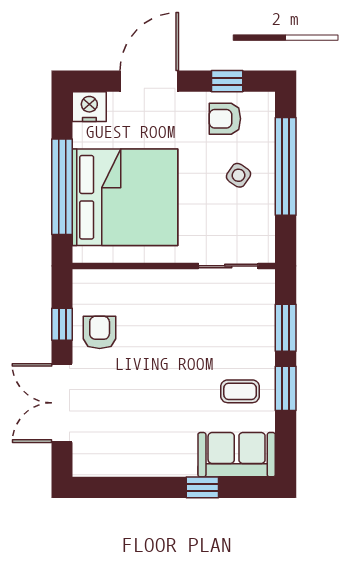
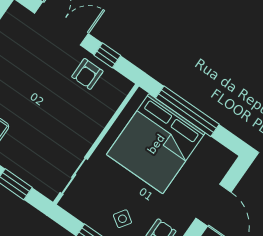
nightstand: (89, 107) -> (223, 160), removed
armchair: (100, 332) -> (87, 74), turned 90

